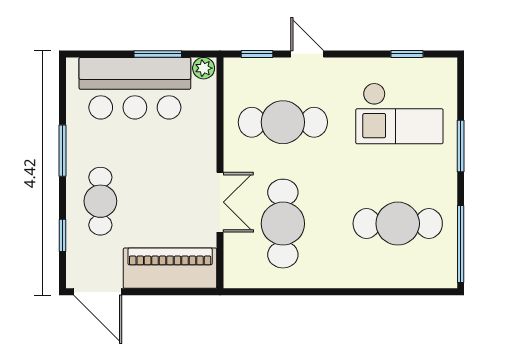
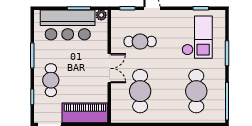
checkout: (399, 113) -> (197, 37), turned -90
cafe table: (283, 122) -> (140, 42), width x0.73, depth x0.74
double door: (220, 202) -> (109, 68), moved
cafe table: (398, 224) -> (196, 91), turned 90

